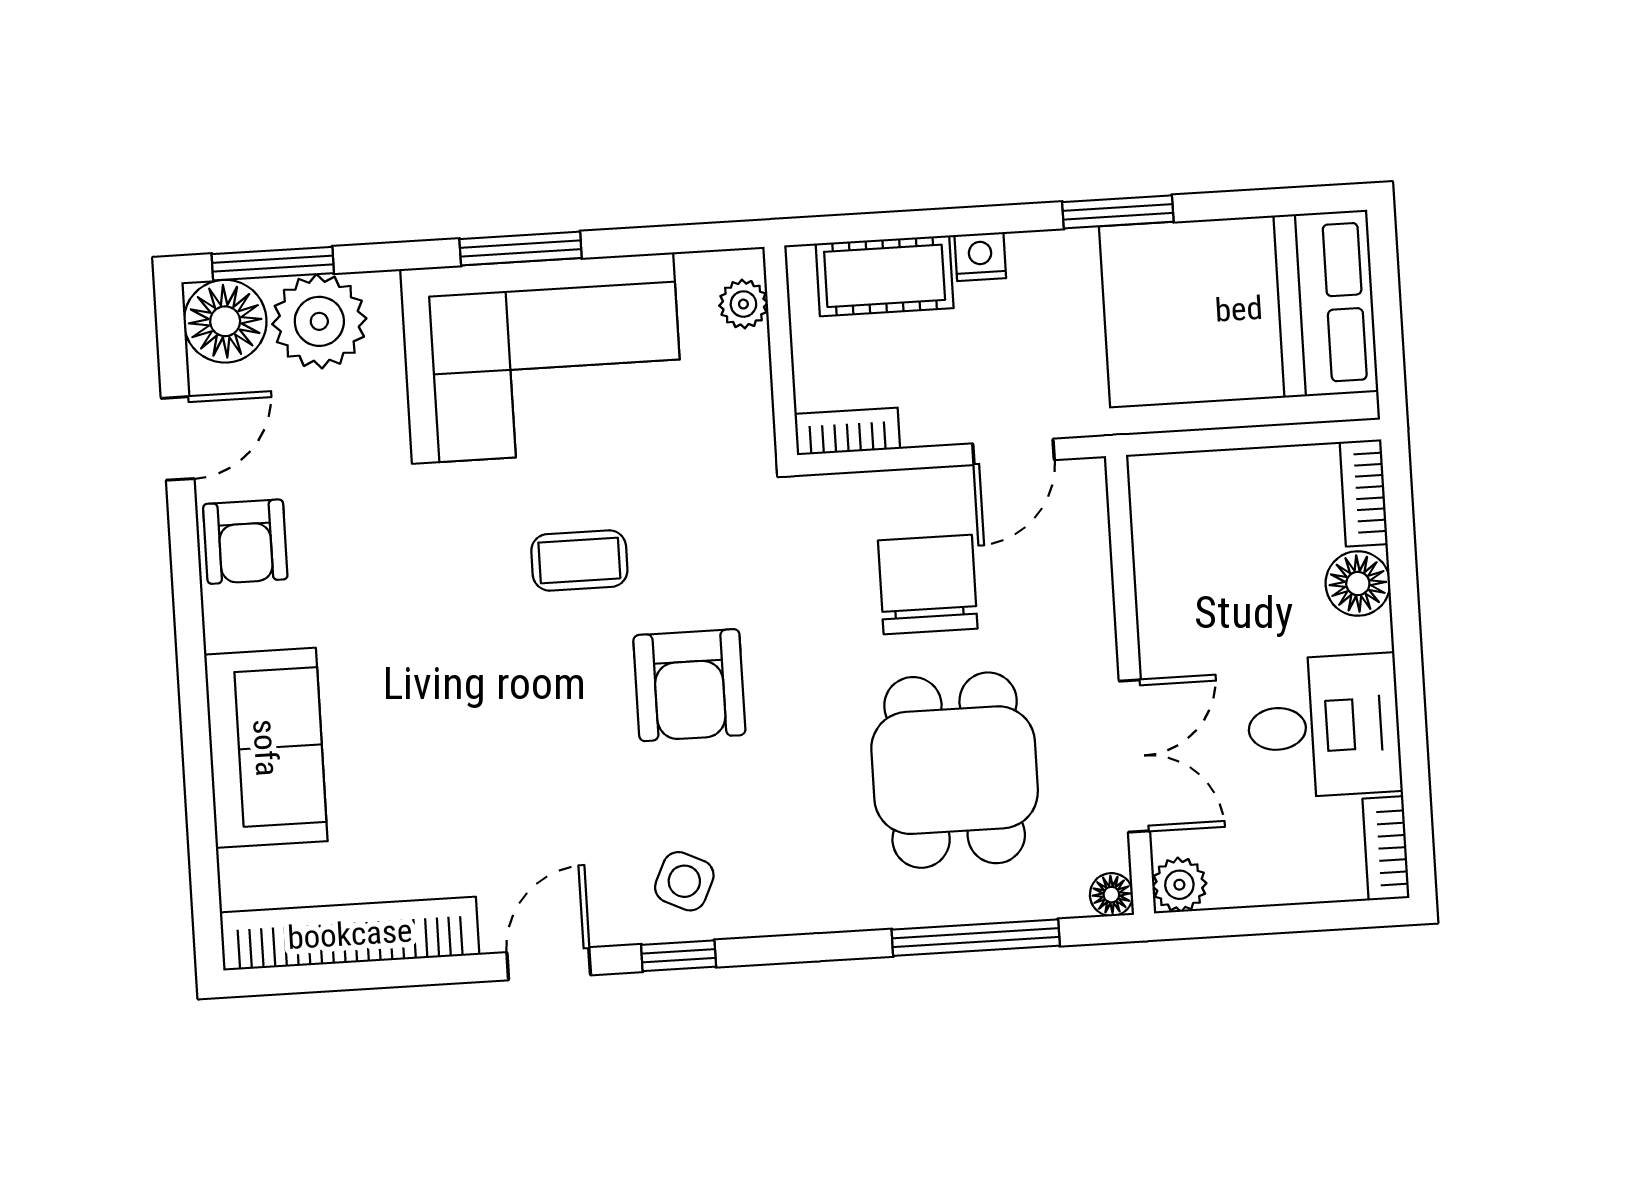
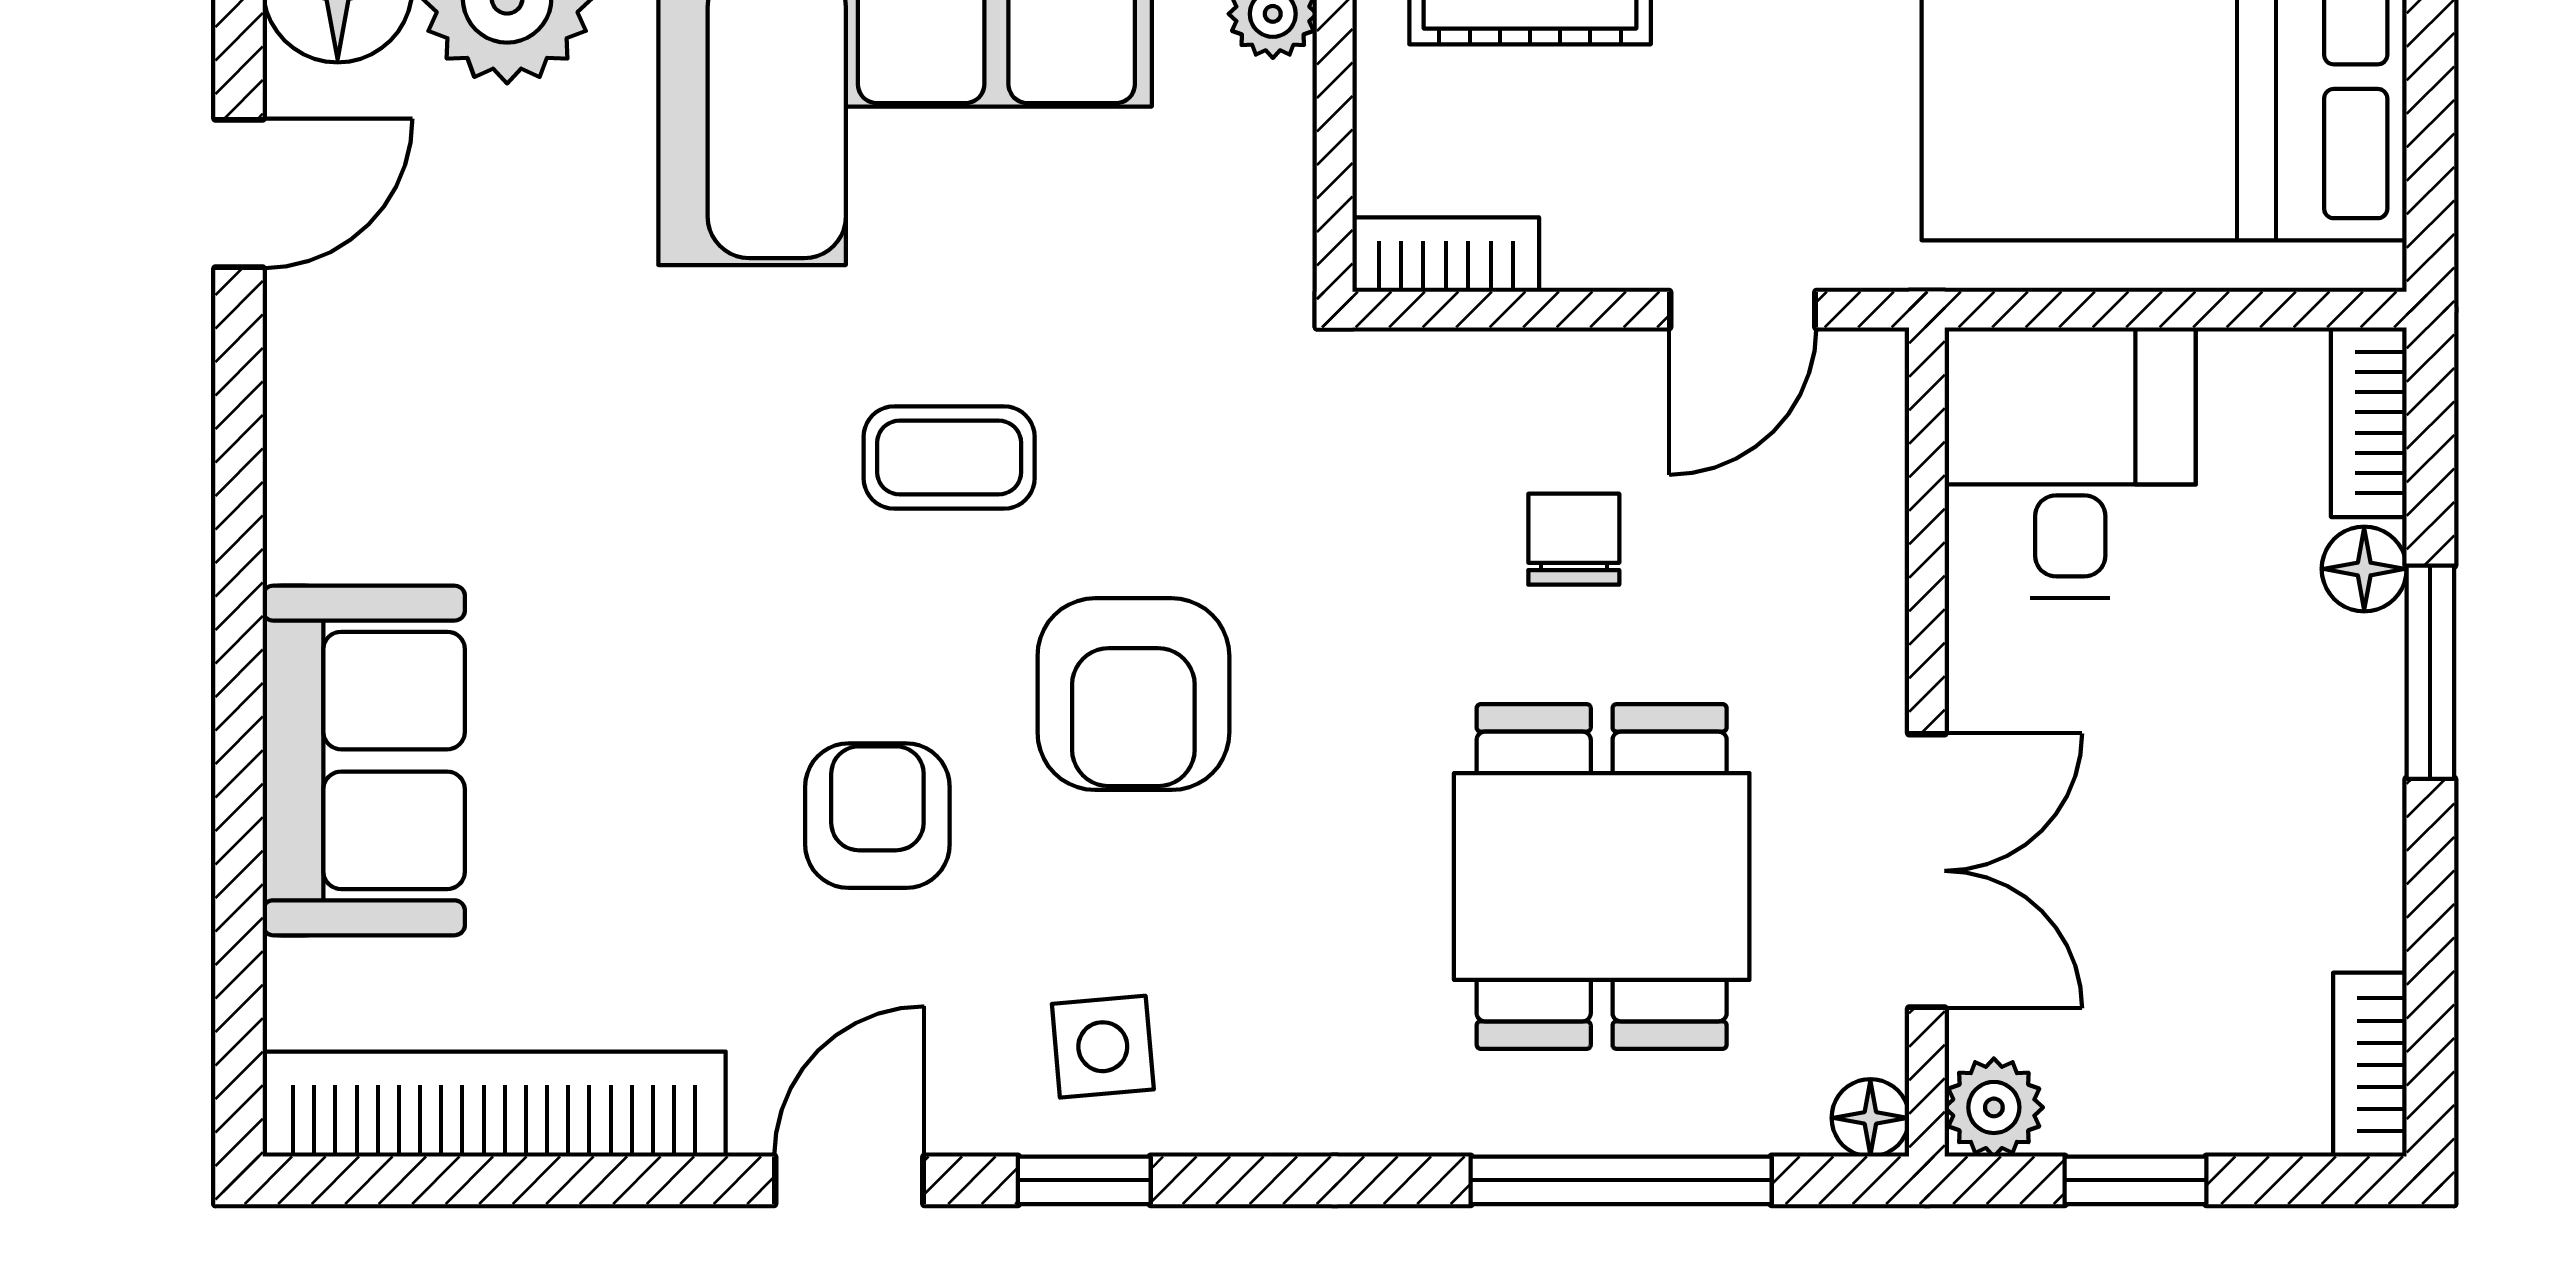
armchair: (245, 542) -> (877, 816), moved, turned 180
floor lamp: (1358, 584) -> (2364, 569), width x0.73, depth x0.73
chair: (928, 585) -> (1574, 539), width x0.54, depth x0.54
window: (1406, 629) -> (2430, 672), added
desk: (1324, 726) -> (2070, 463), moved, turned -90
side table: (684, 881) -> (1103, 1047), turned -30
window: (1260, 920) -> (2135, 1180), added

